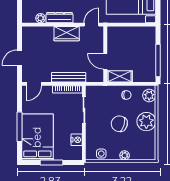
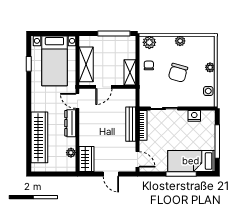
dresser: (60, 18) -> (70, 123), moved
shelving: (128, 33) -> (86, 64), added
wardrobe: (67, 34) -> (87, 159), moved
door: (105, 61) -> (104, 87), moved
plant: (146, 122) -> (180, 41), width x0.53, depth x0.53
bed: (37, 137) -> (191, 161), width x0.67
window: (51, 162) -> (217, 142), width x1.44

